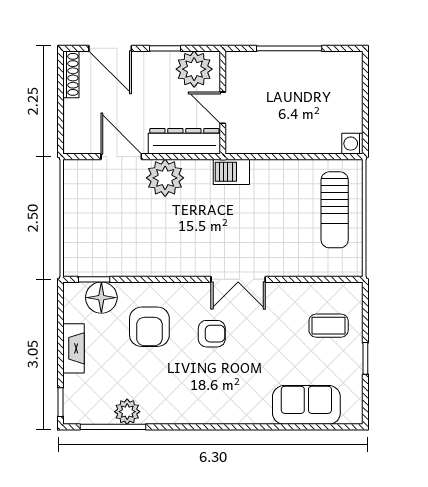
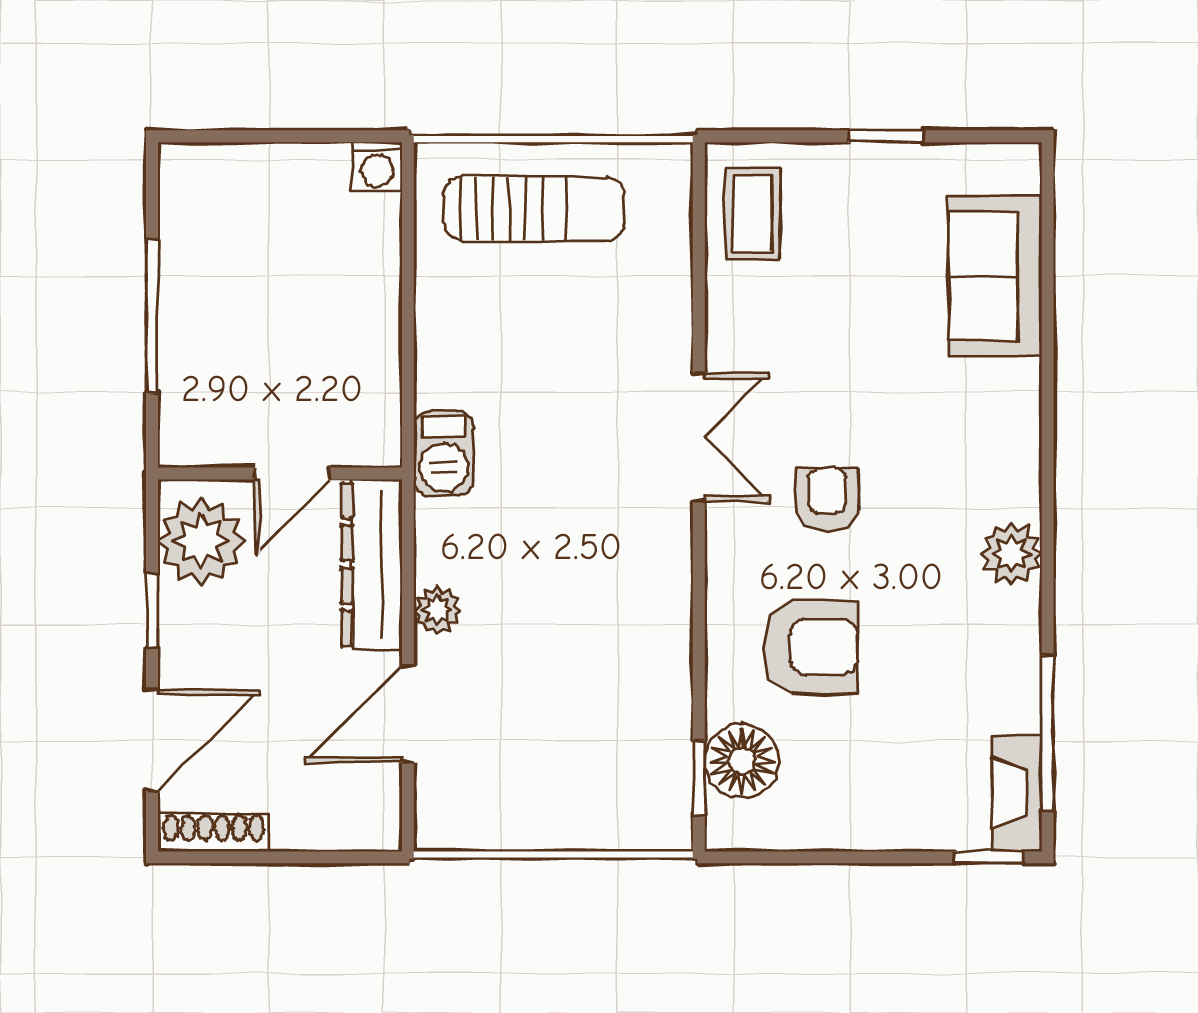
plant: (165, 178) -> (437, 610), width x0.53, depth x0.53
coffee table: (329, 326) -> (752, 214), moved
fireplace: (74, 348) -> (1017, 793), moved, turned -90
plant: (127, 412) -> (1011, 553), moved

